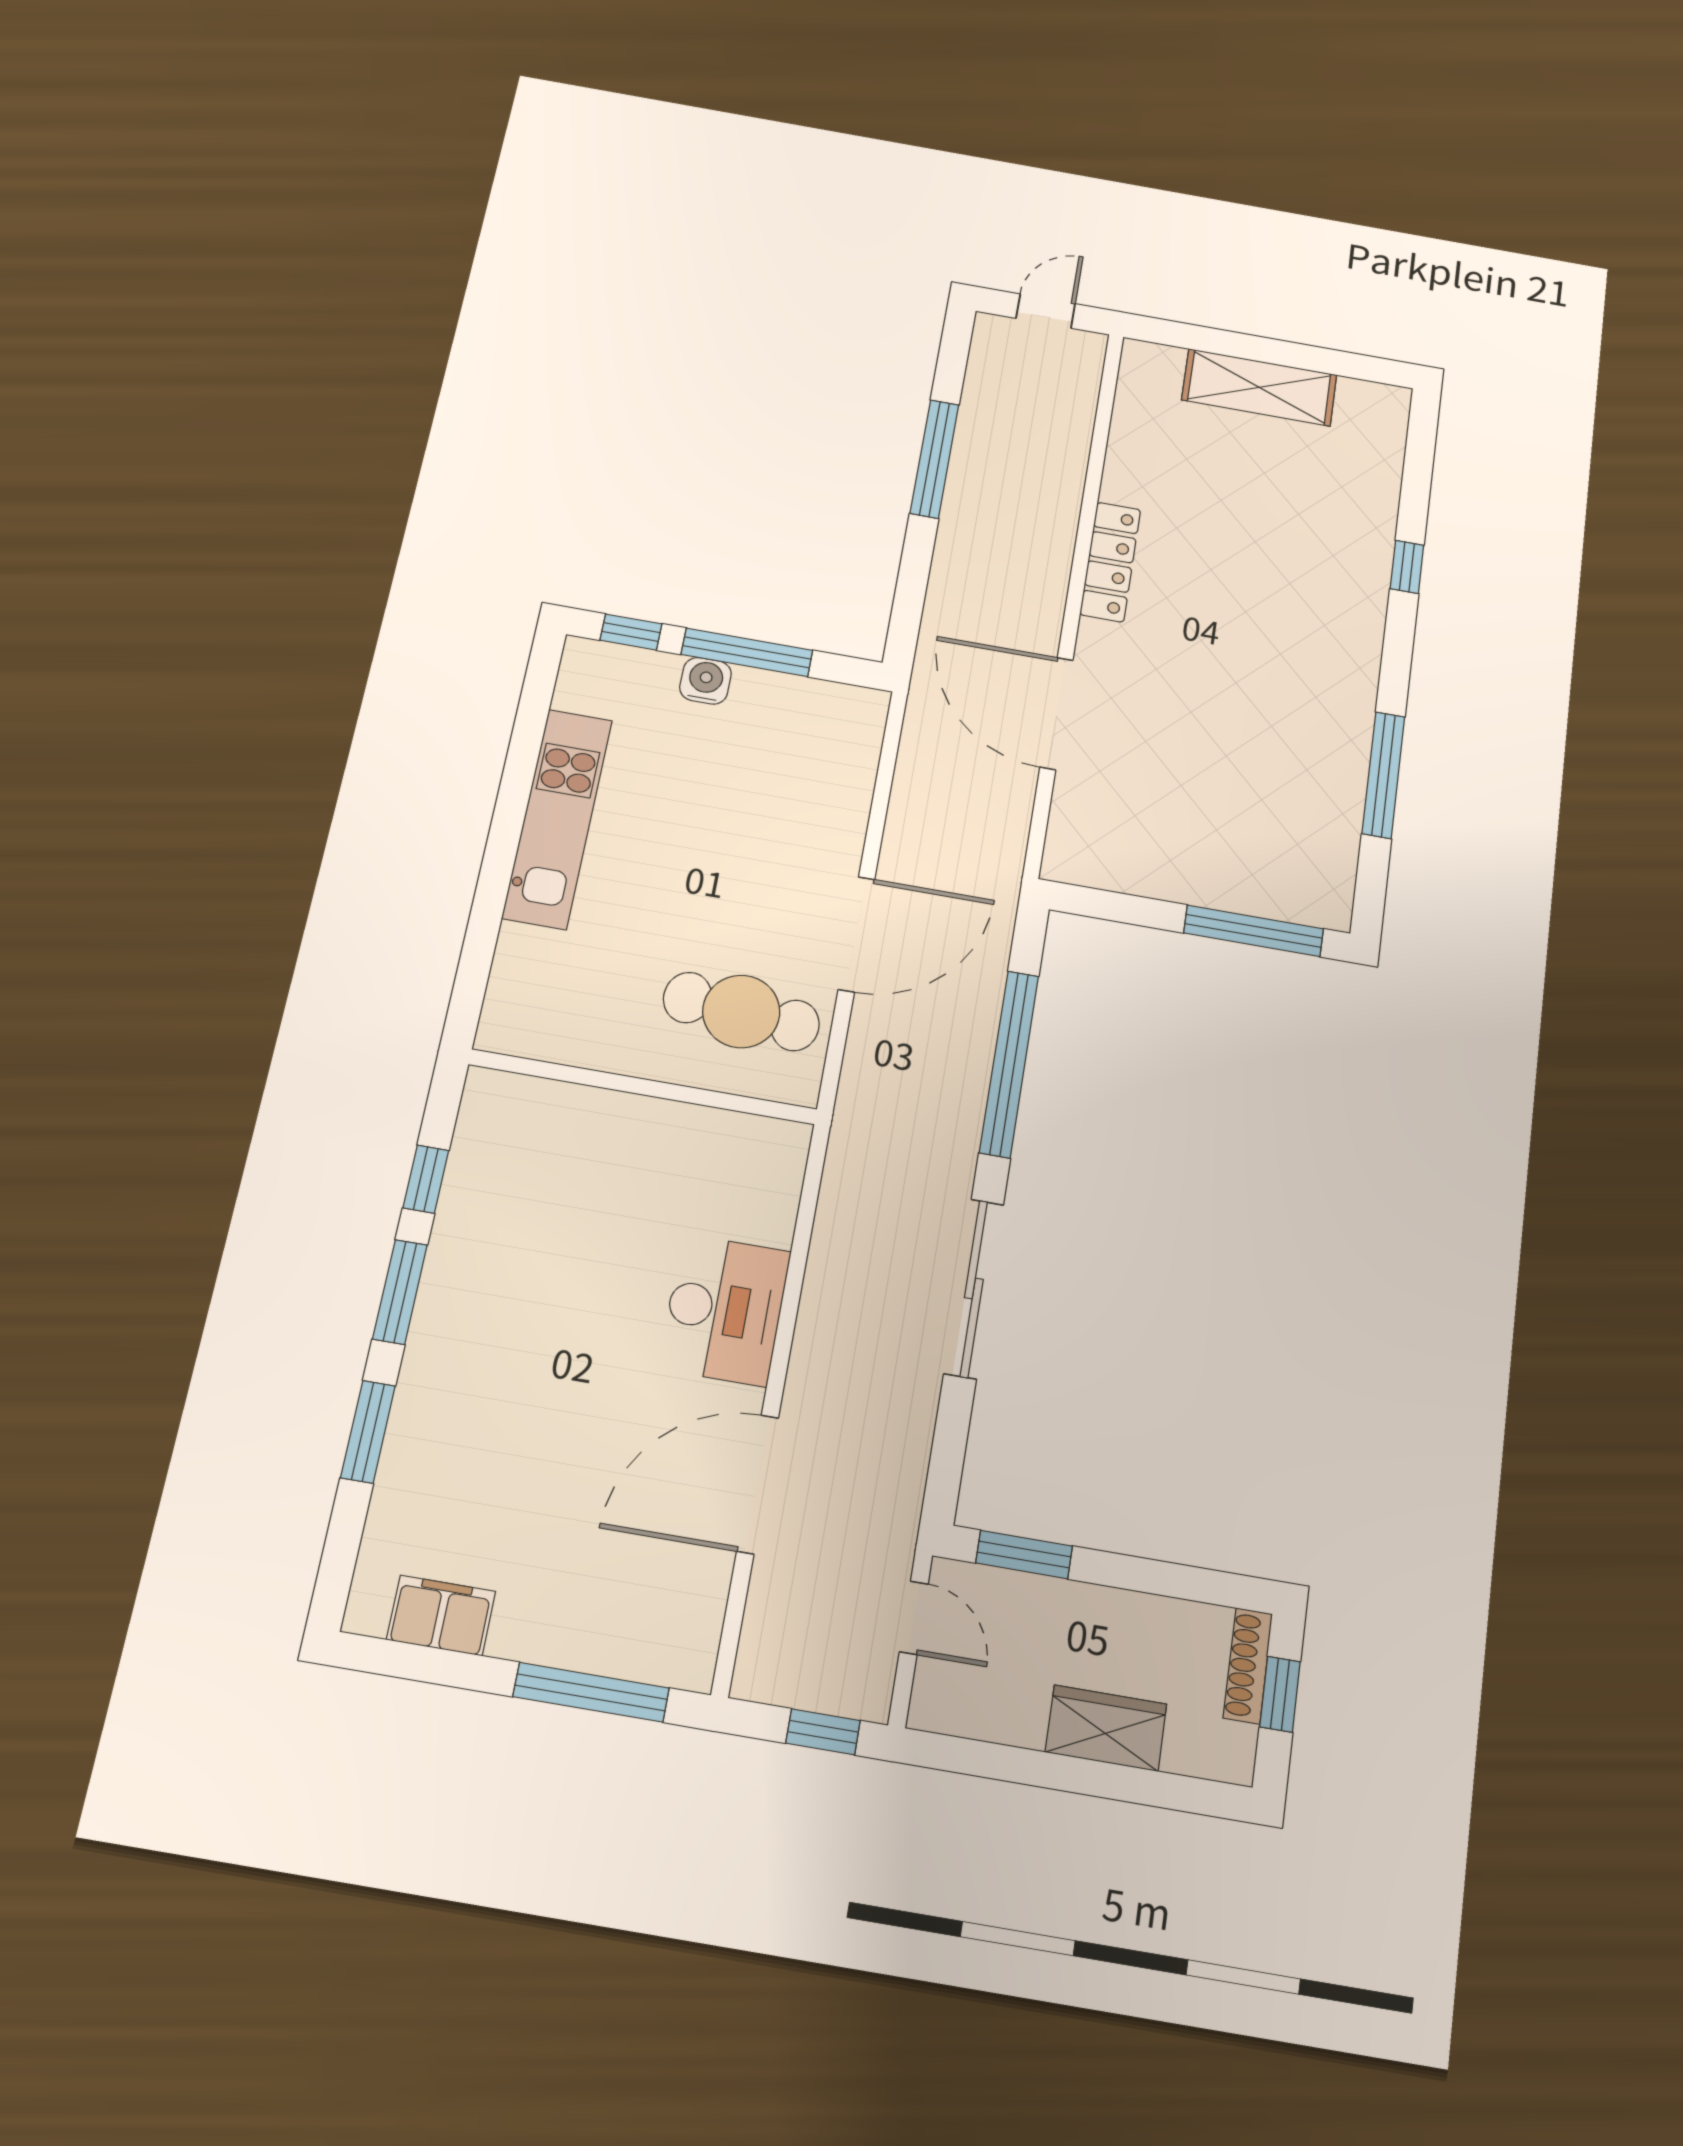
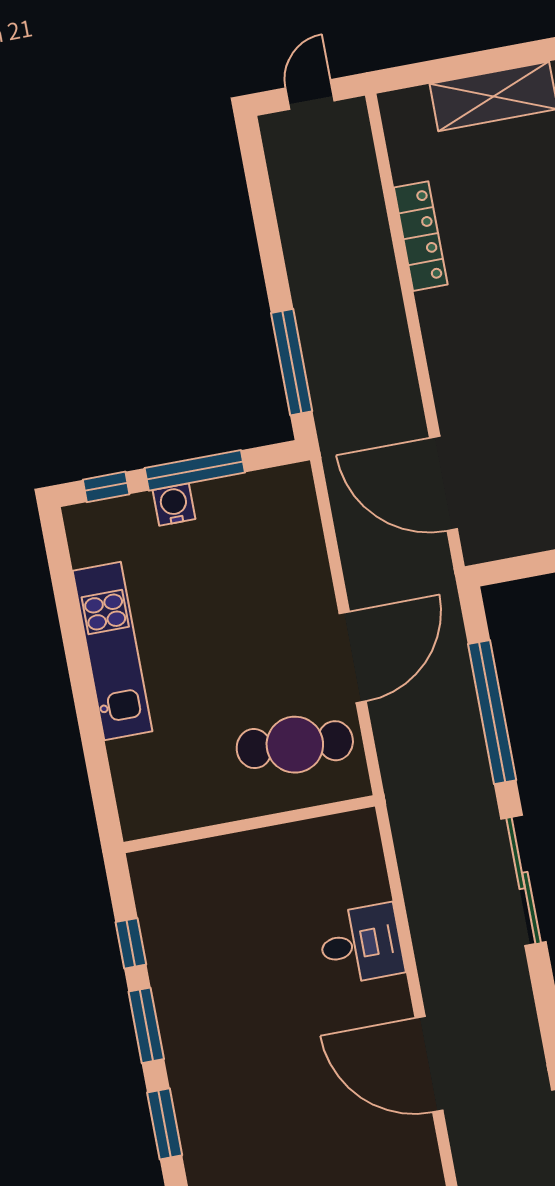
window: (935, 459) -> (292, 362), moved
locker: (1110, 562) -> (421, 236), moved
door: (1057, 713) -> (443, 484), moved
desk: (725, 1310) -> (361, 944), width x0.73
door: (758, 1484) -> (429, 1064), hinge flipped

